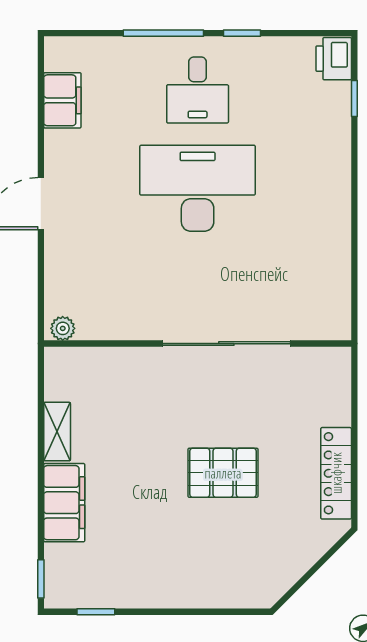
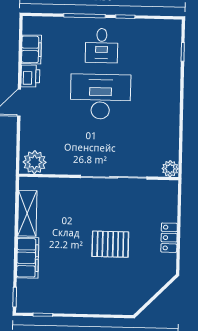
printer: (334, 59) -> (30, 76), moved, turned 180
plant: (335, 324) -> (170, 169), added
plant: (63, 328) -> (35, 162), width x1.87, depth x1.87
shelving: (57, 432) -> (27, 213), width x1.50, depth x1.33
locker: (336, 473) -> (169, 238), width x0.66

